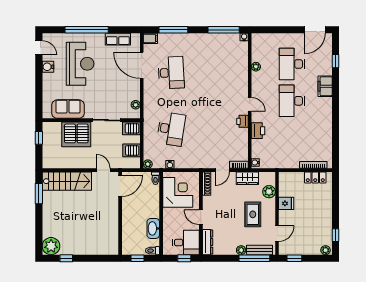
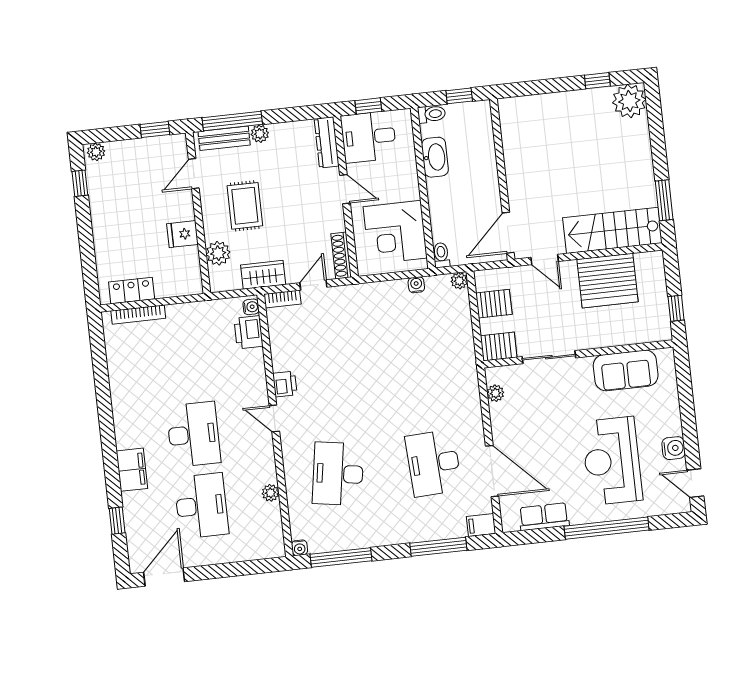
desk: (171, 129) -> (338, 474), moved
printer: (258, 131) -> (248, 332), moved
server rack: (76, 134) -> (607, 281), moved, turned 180

